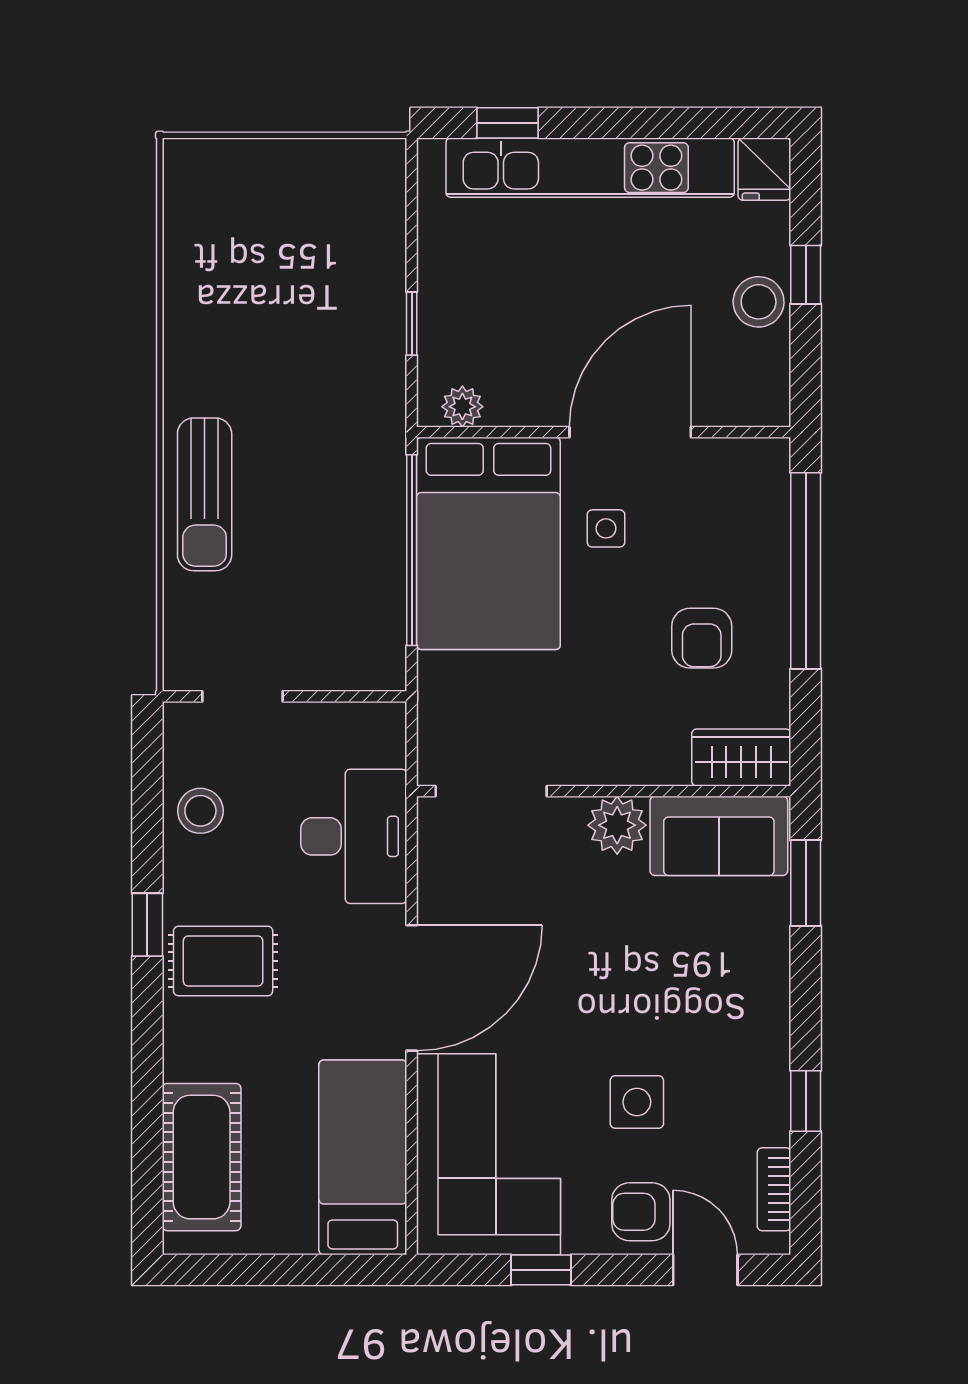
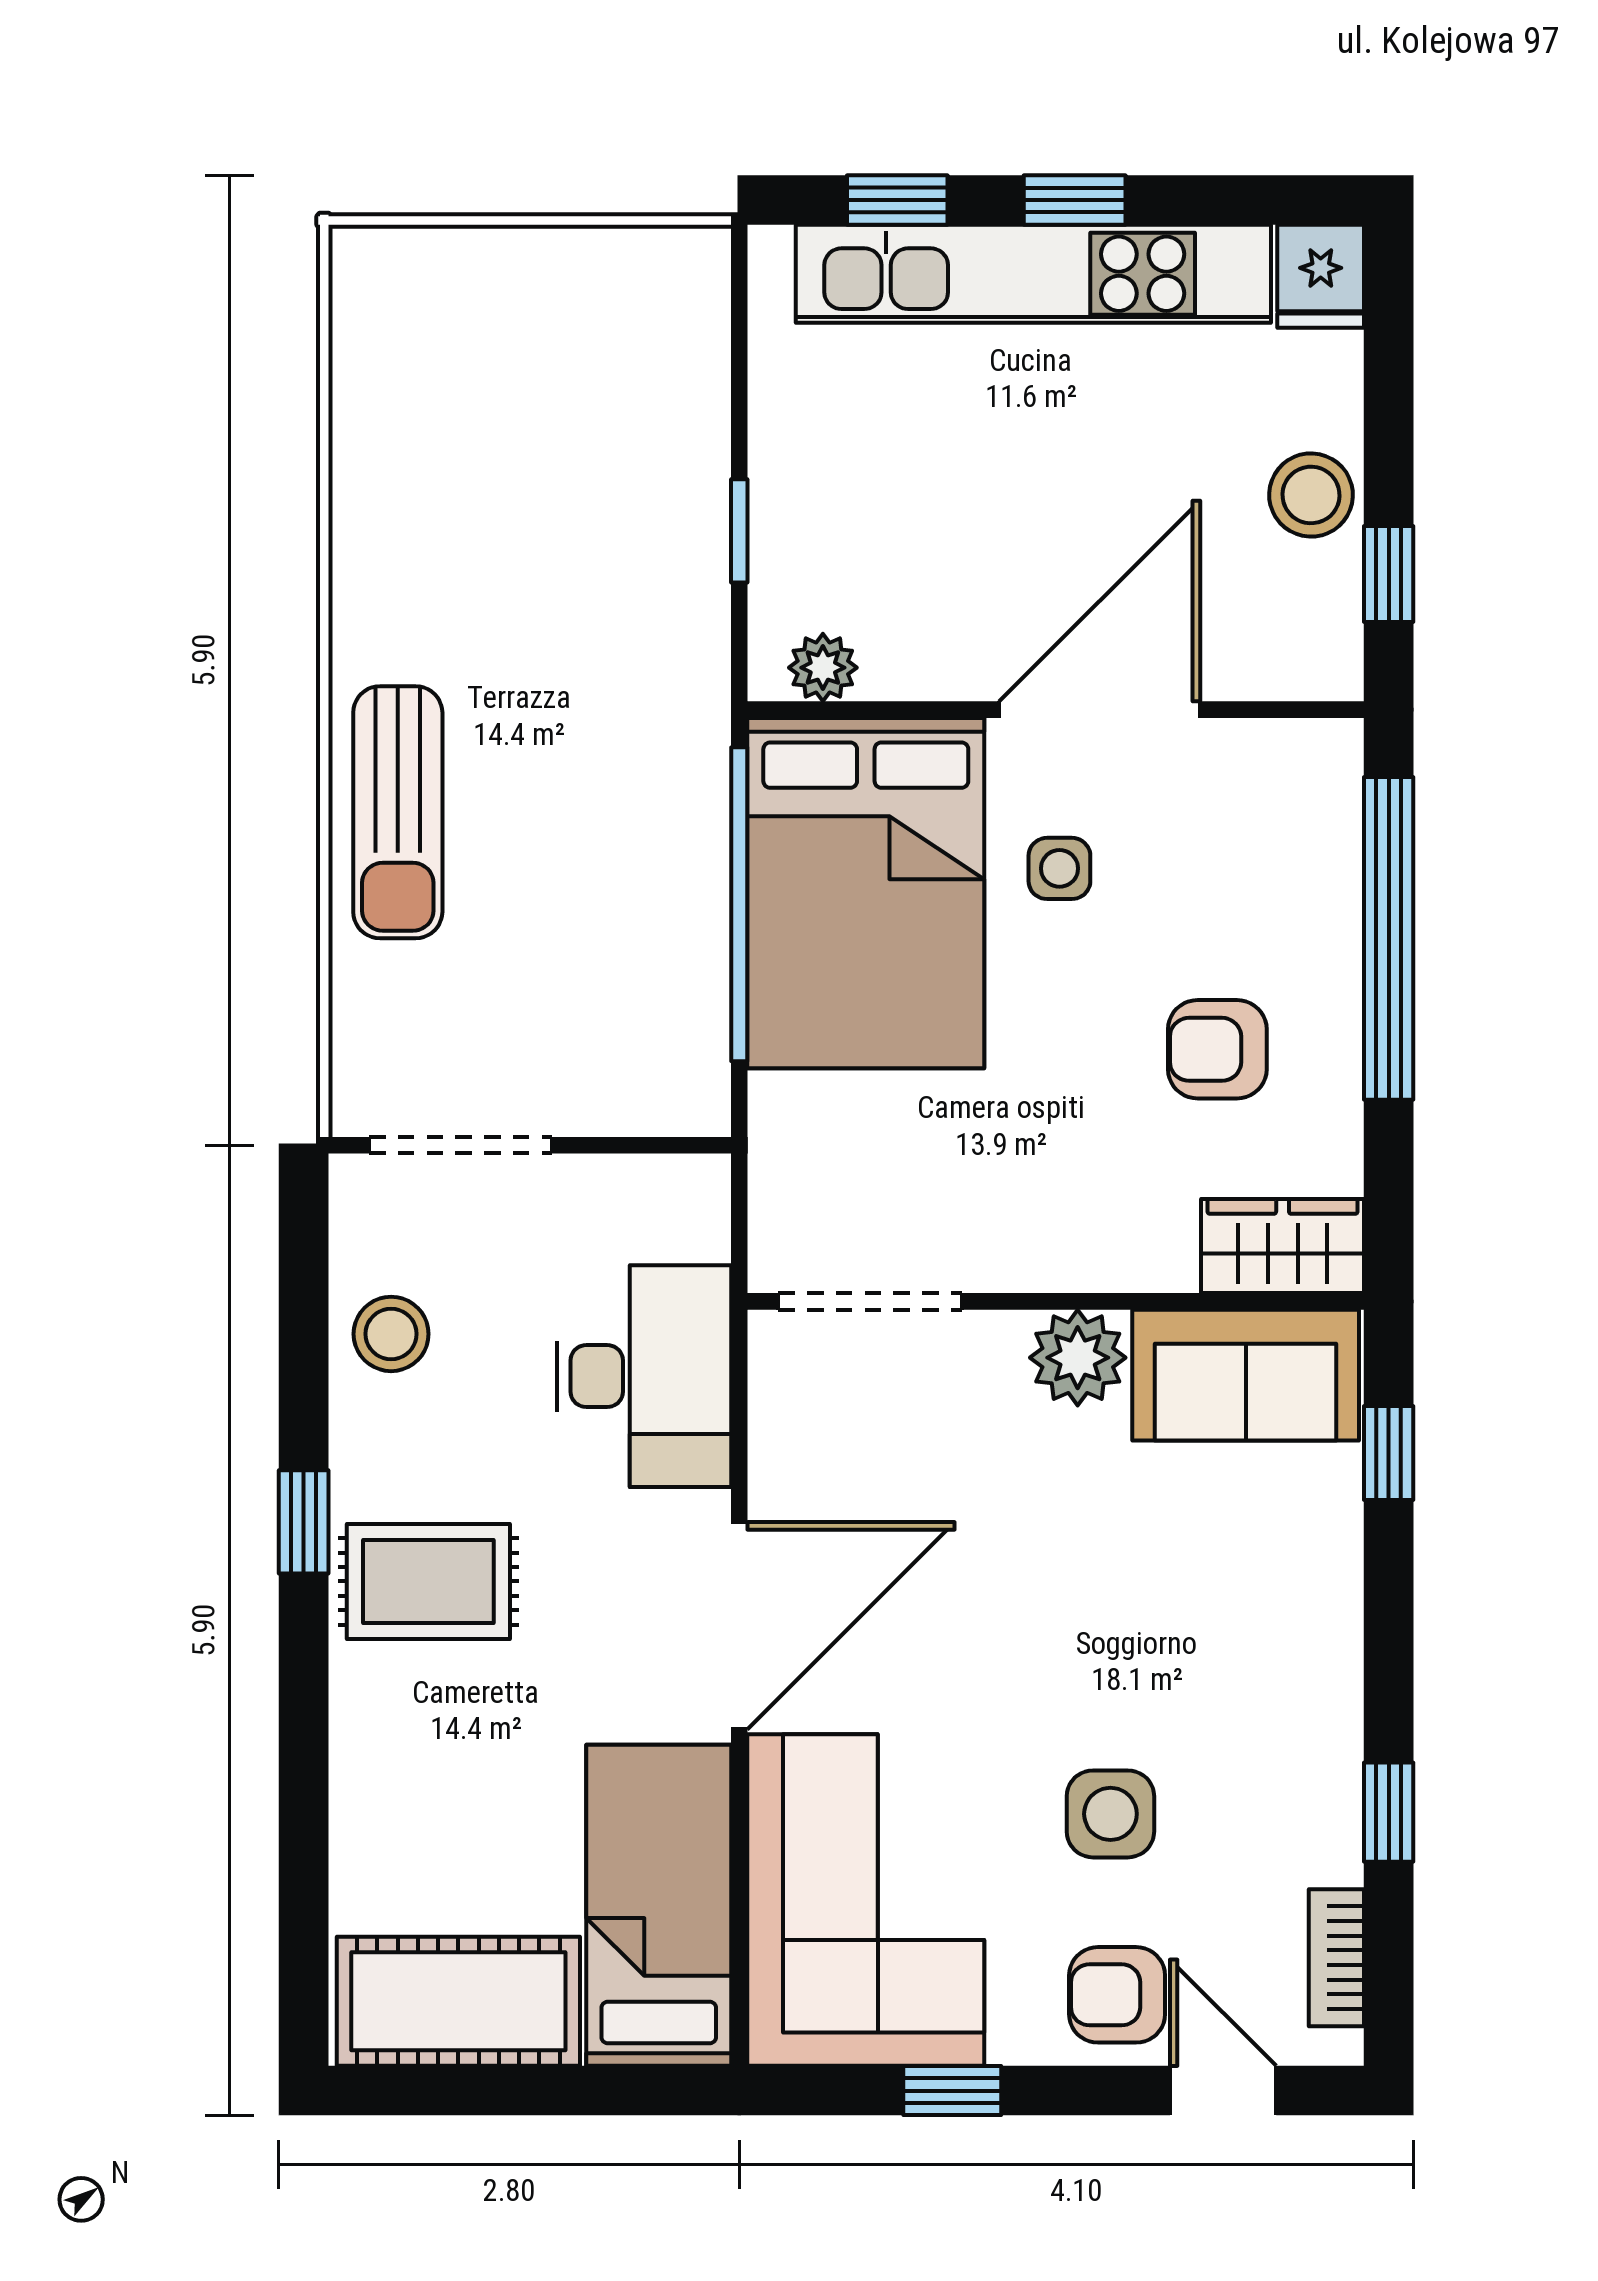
window: (615, 123) -> (1075, 200), added
window: (806, 275) -> (1389, 574), moved
armchair: (702, 638) -> (1217, 1049), turned 90
doorway: (243, 696) -> (460, 1145), width x1.38
window: (806, 883) -> (1389, 1453), width x0.67
cot: (202, 1157) -> (458, 2001), moved, turned 90

